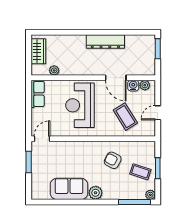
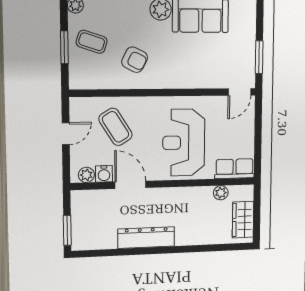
row of seats: (38, 94) -> (235, 169), moved, turned 90
reception desk: (80, 105) -> (184, 143), turned 180

